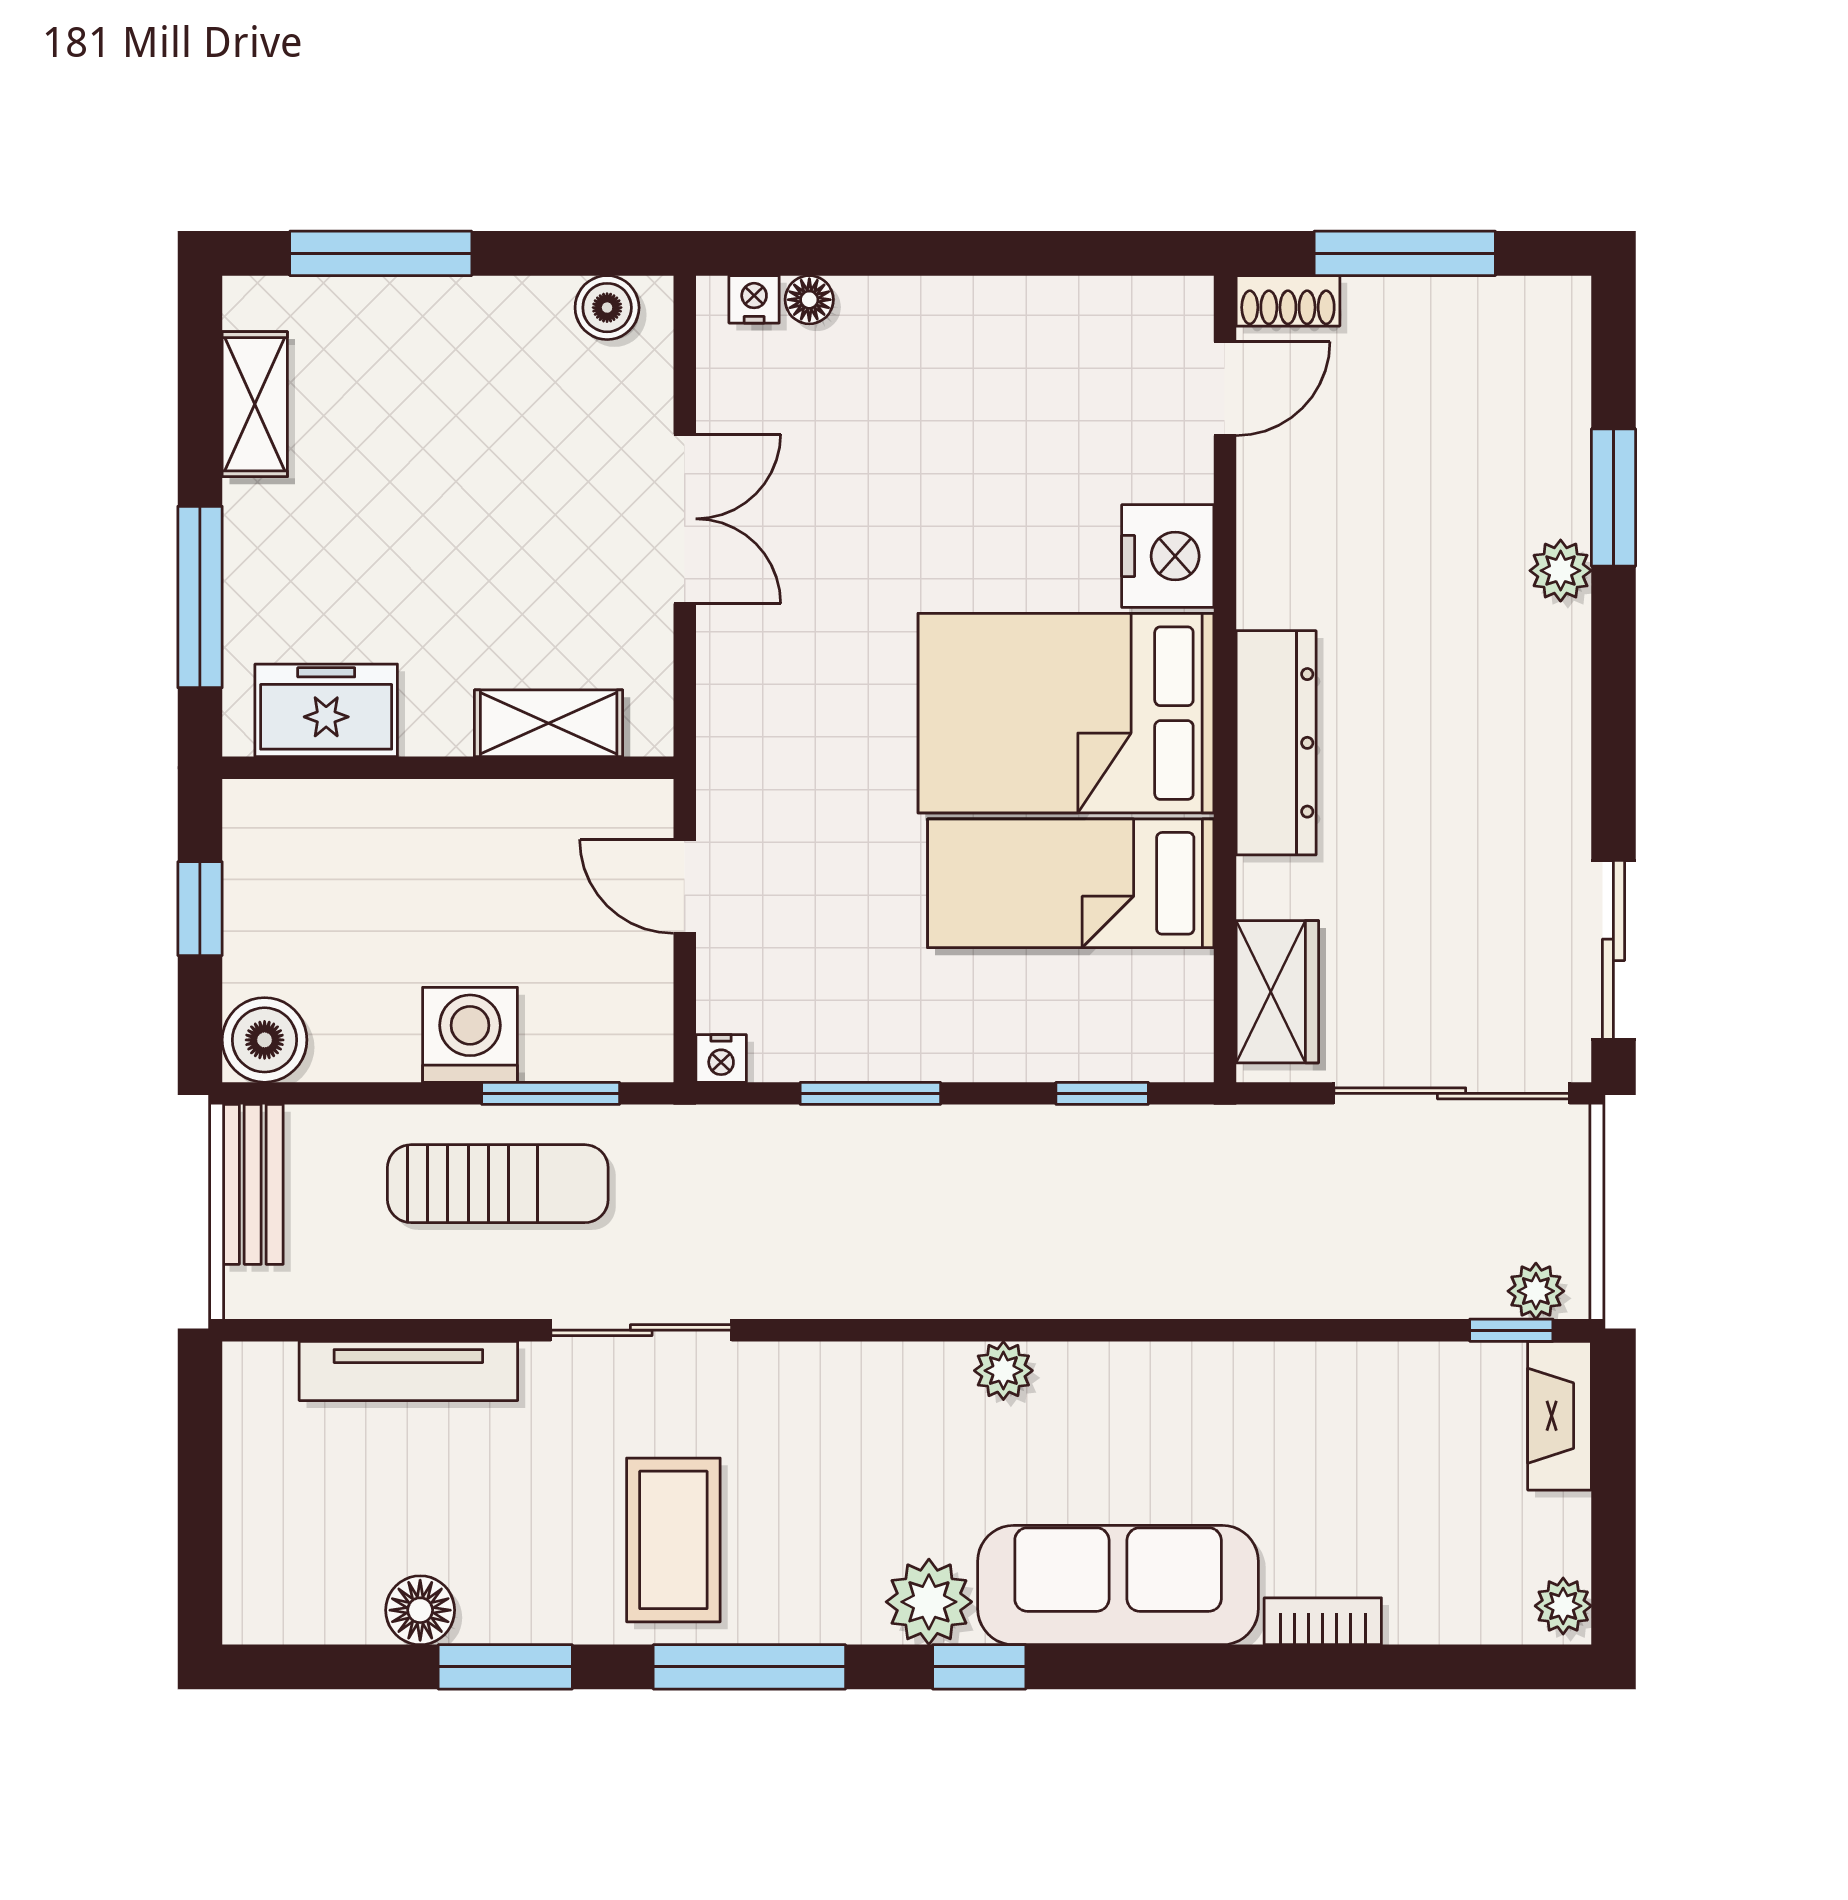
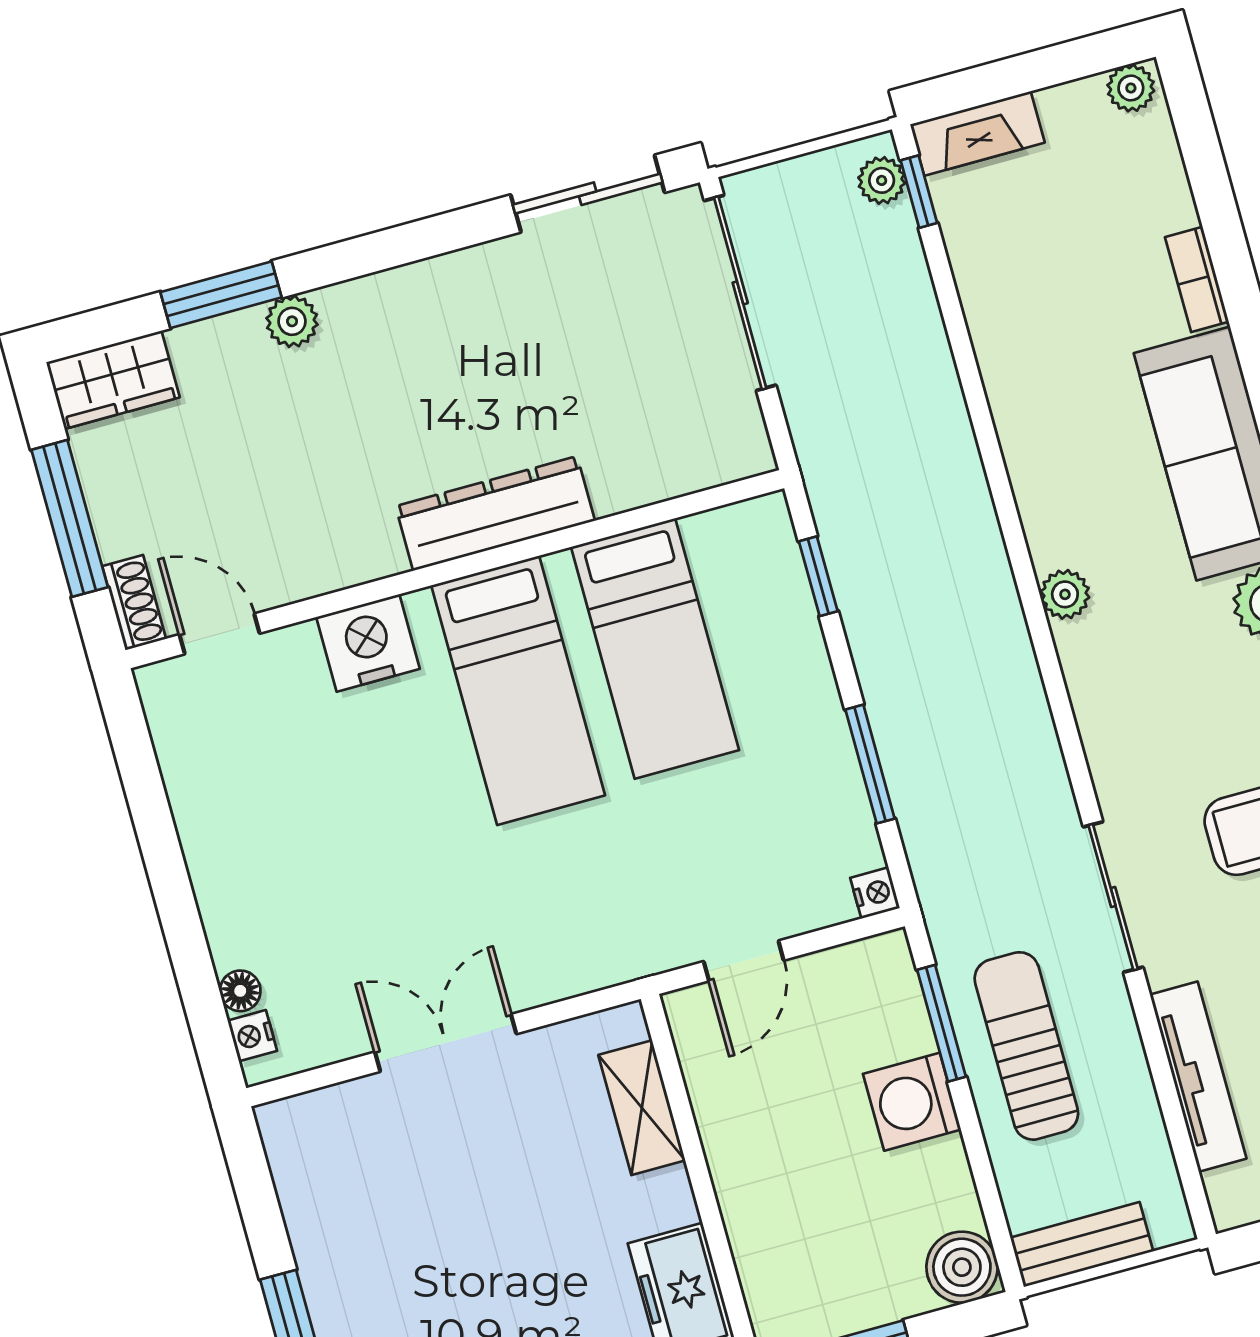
boiler: (607, 308) -> (292, 1153), removed
bed: (1066, 713) -> (518, 690), width x0.67
wardrobe: (1277, 992) -> (113, 380), moved, turned 180

